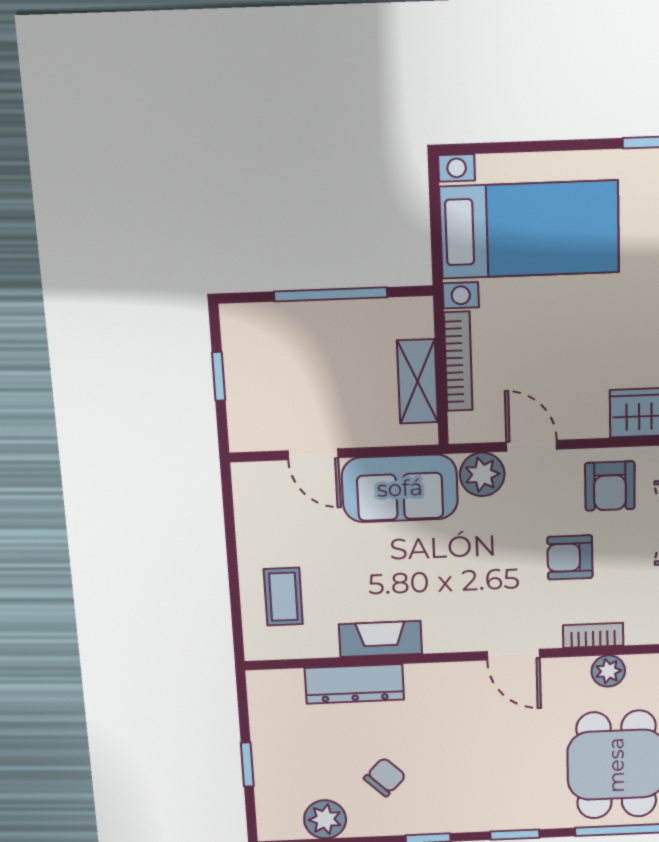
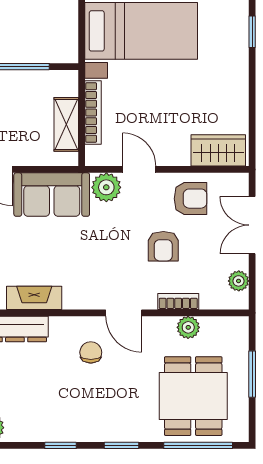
armchair: (610, 486) -> (190, 199), turned -90
armchair: (570, 557) -> (163, 246), turned -90
chair: (385, 777) -> (91, 352), moved, turned -44

